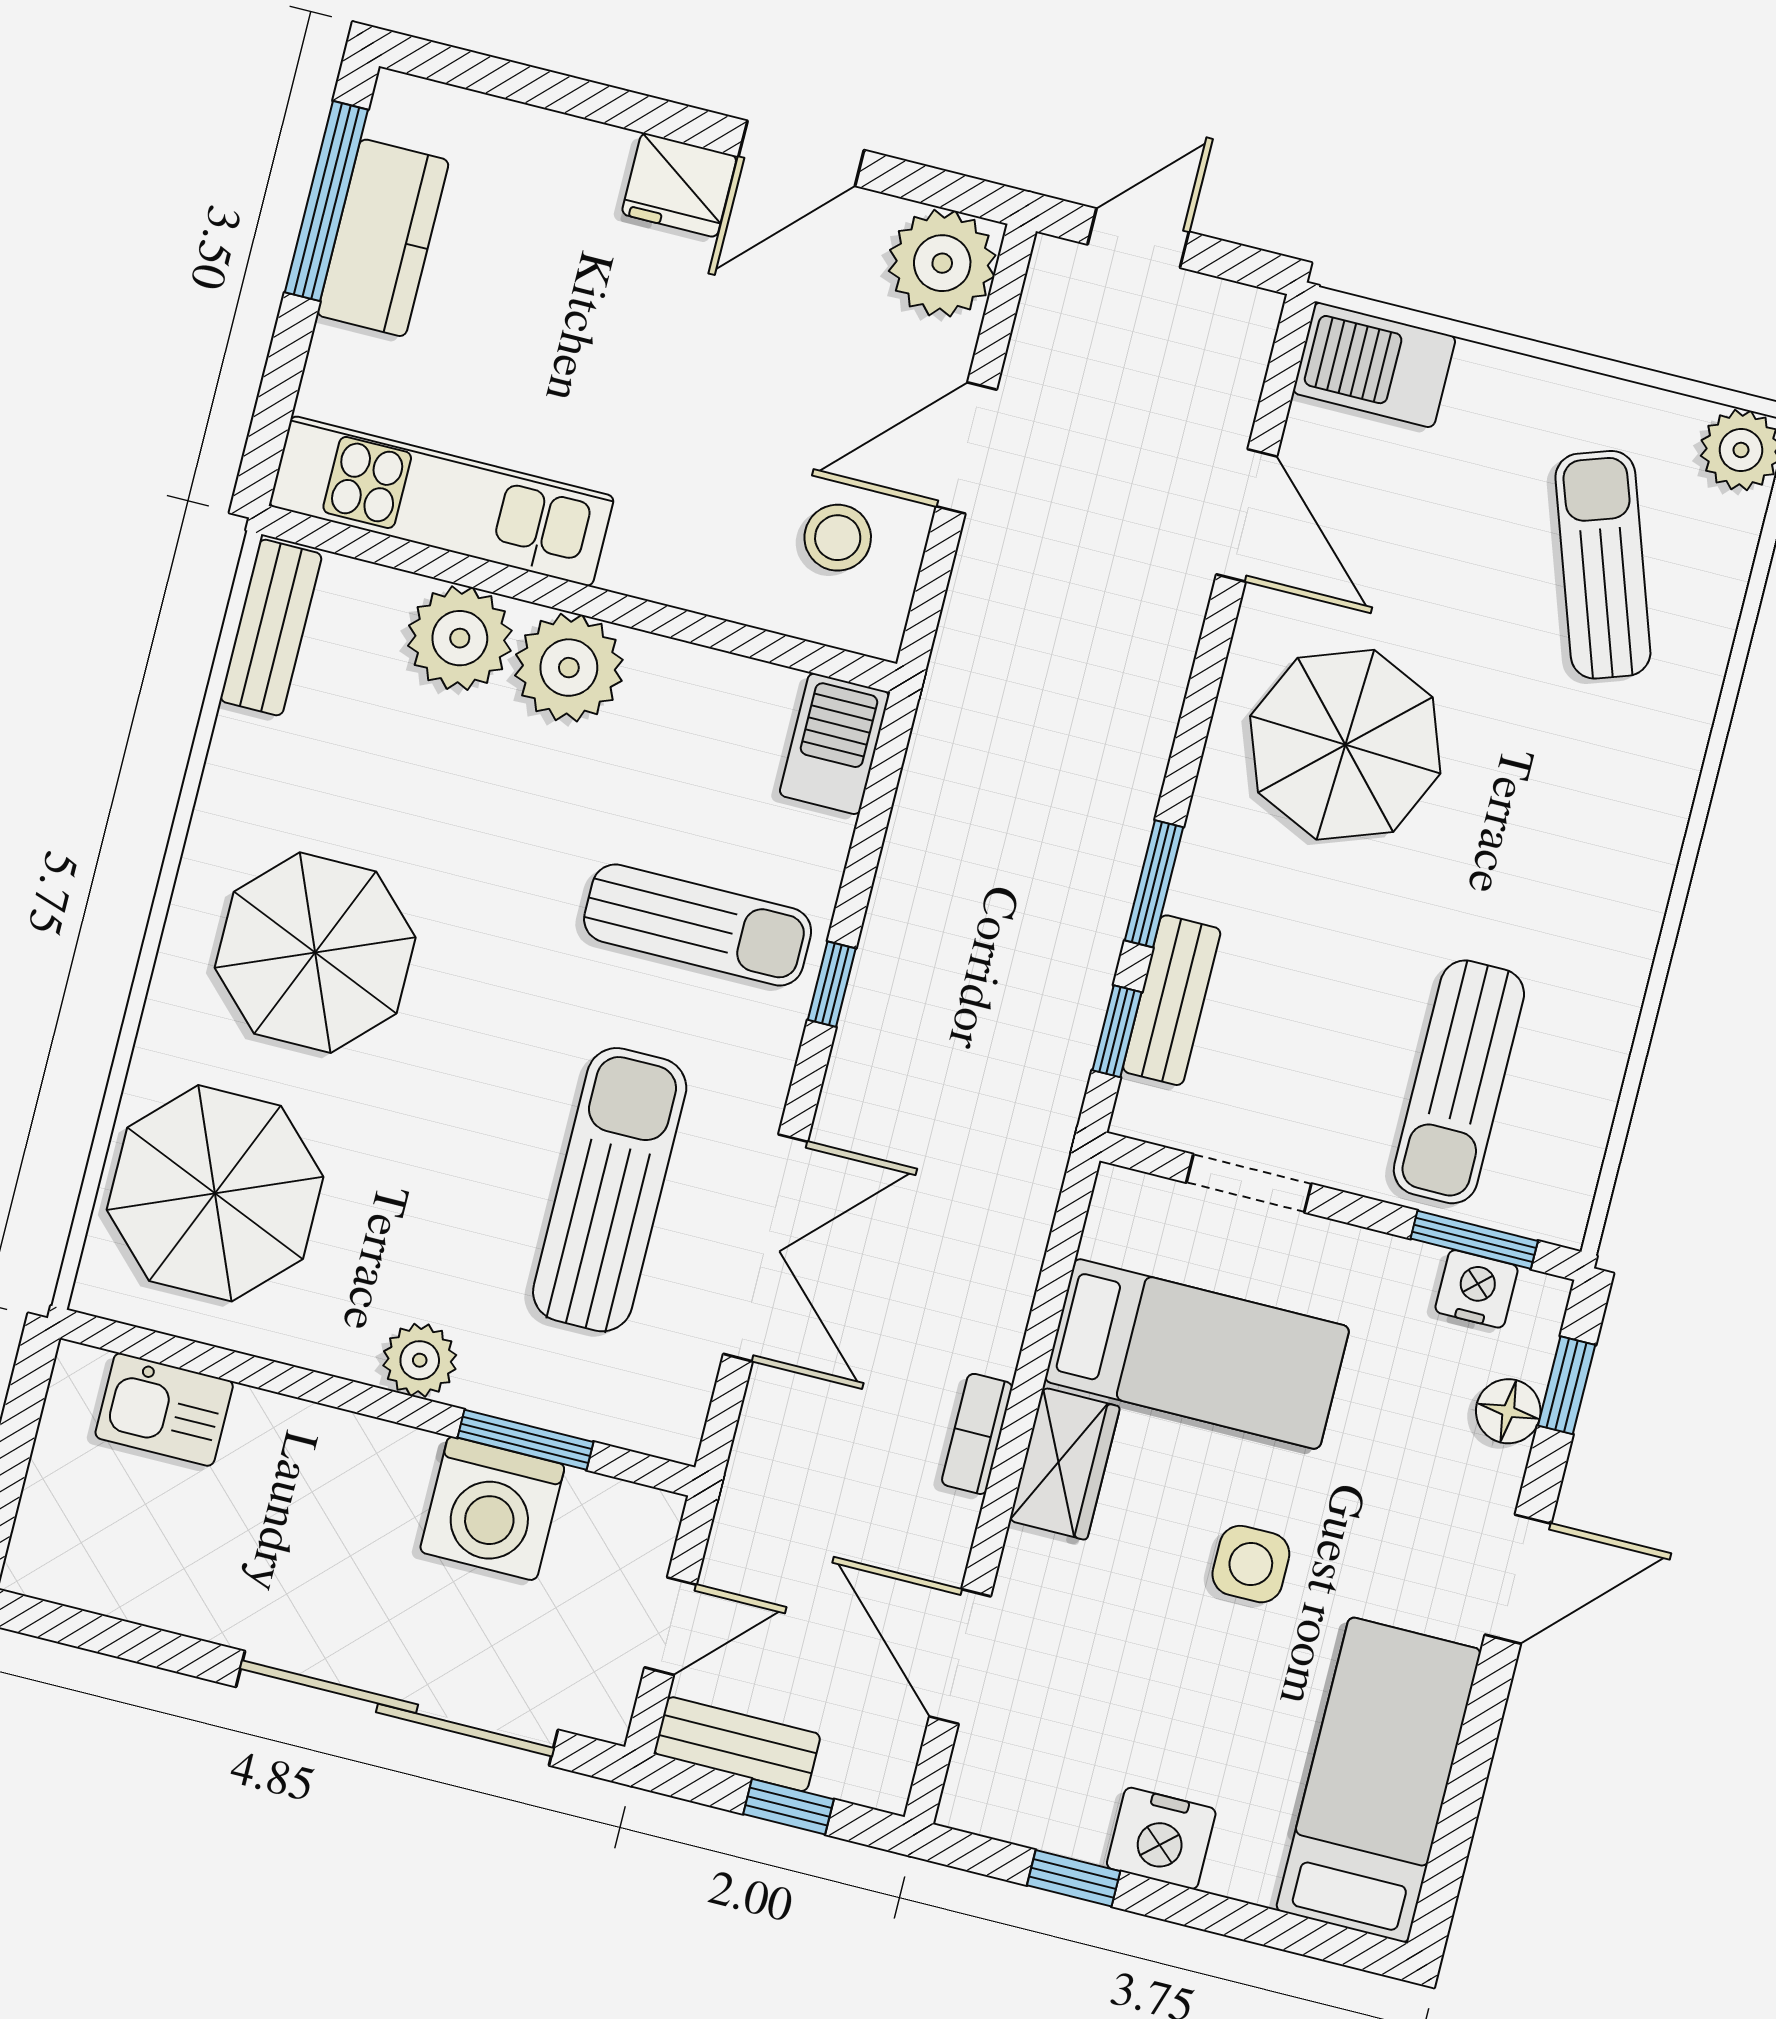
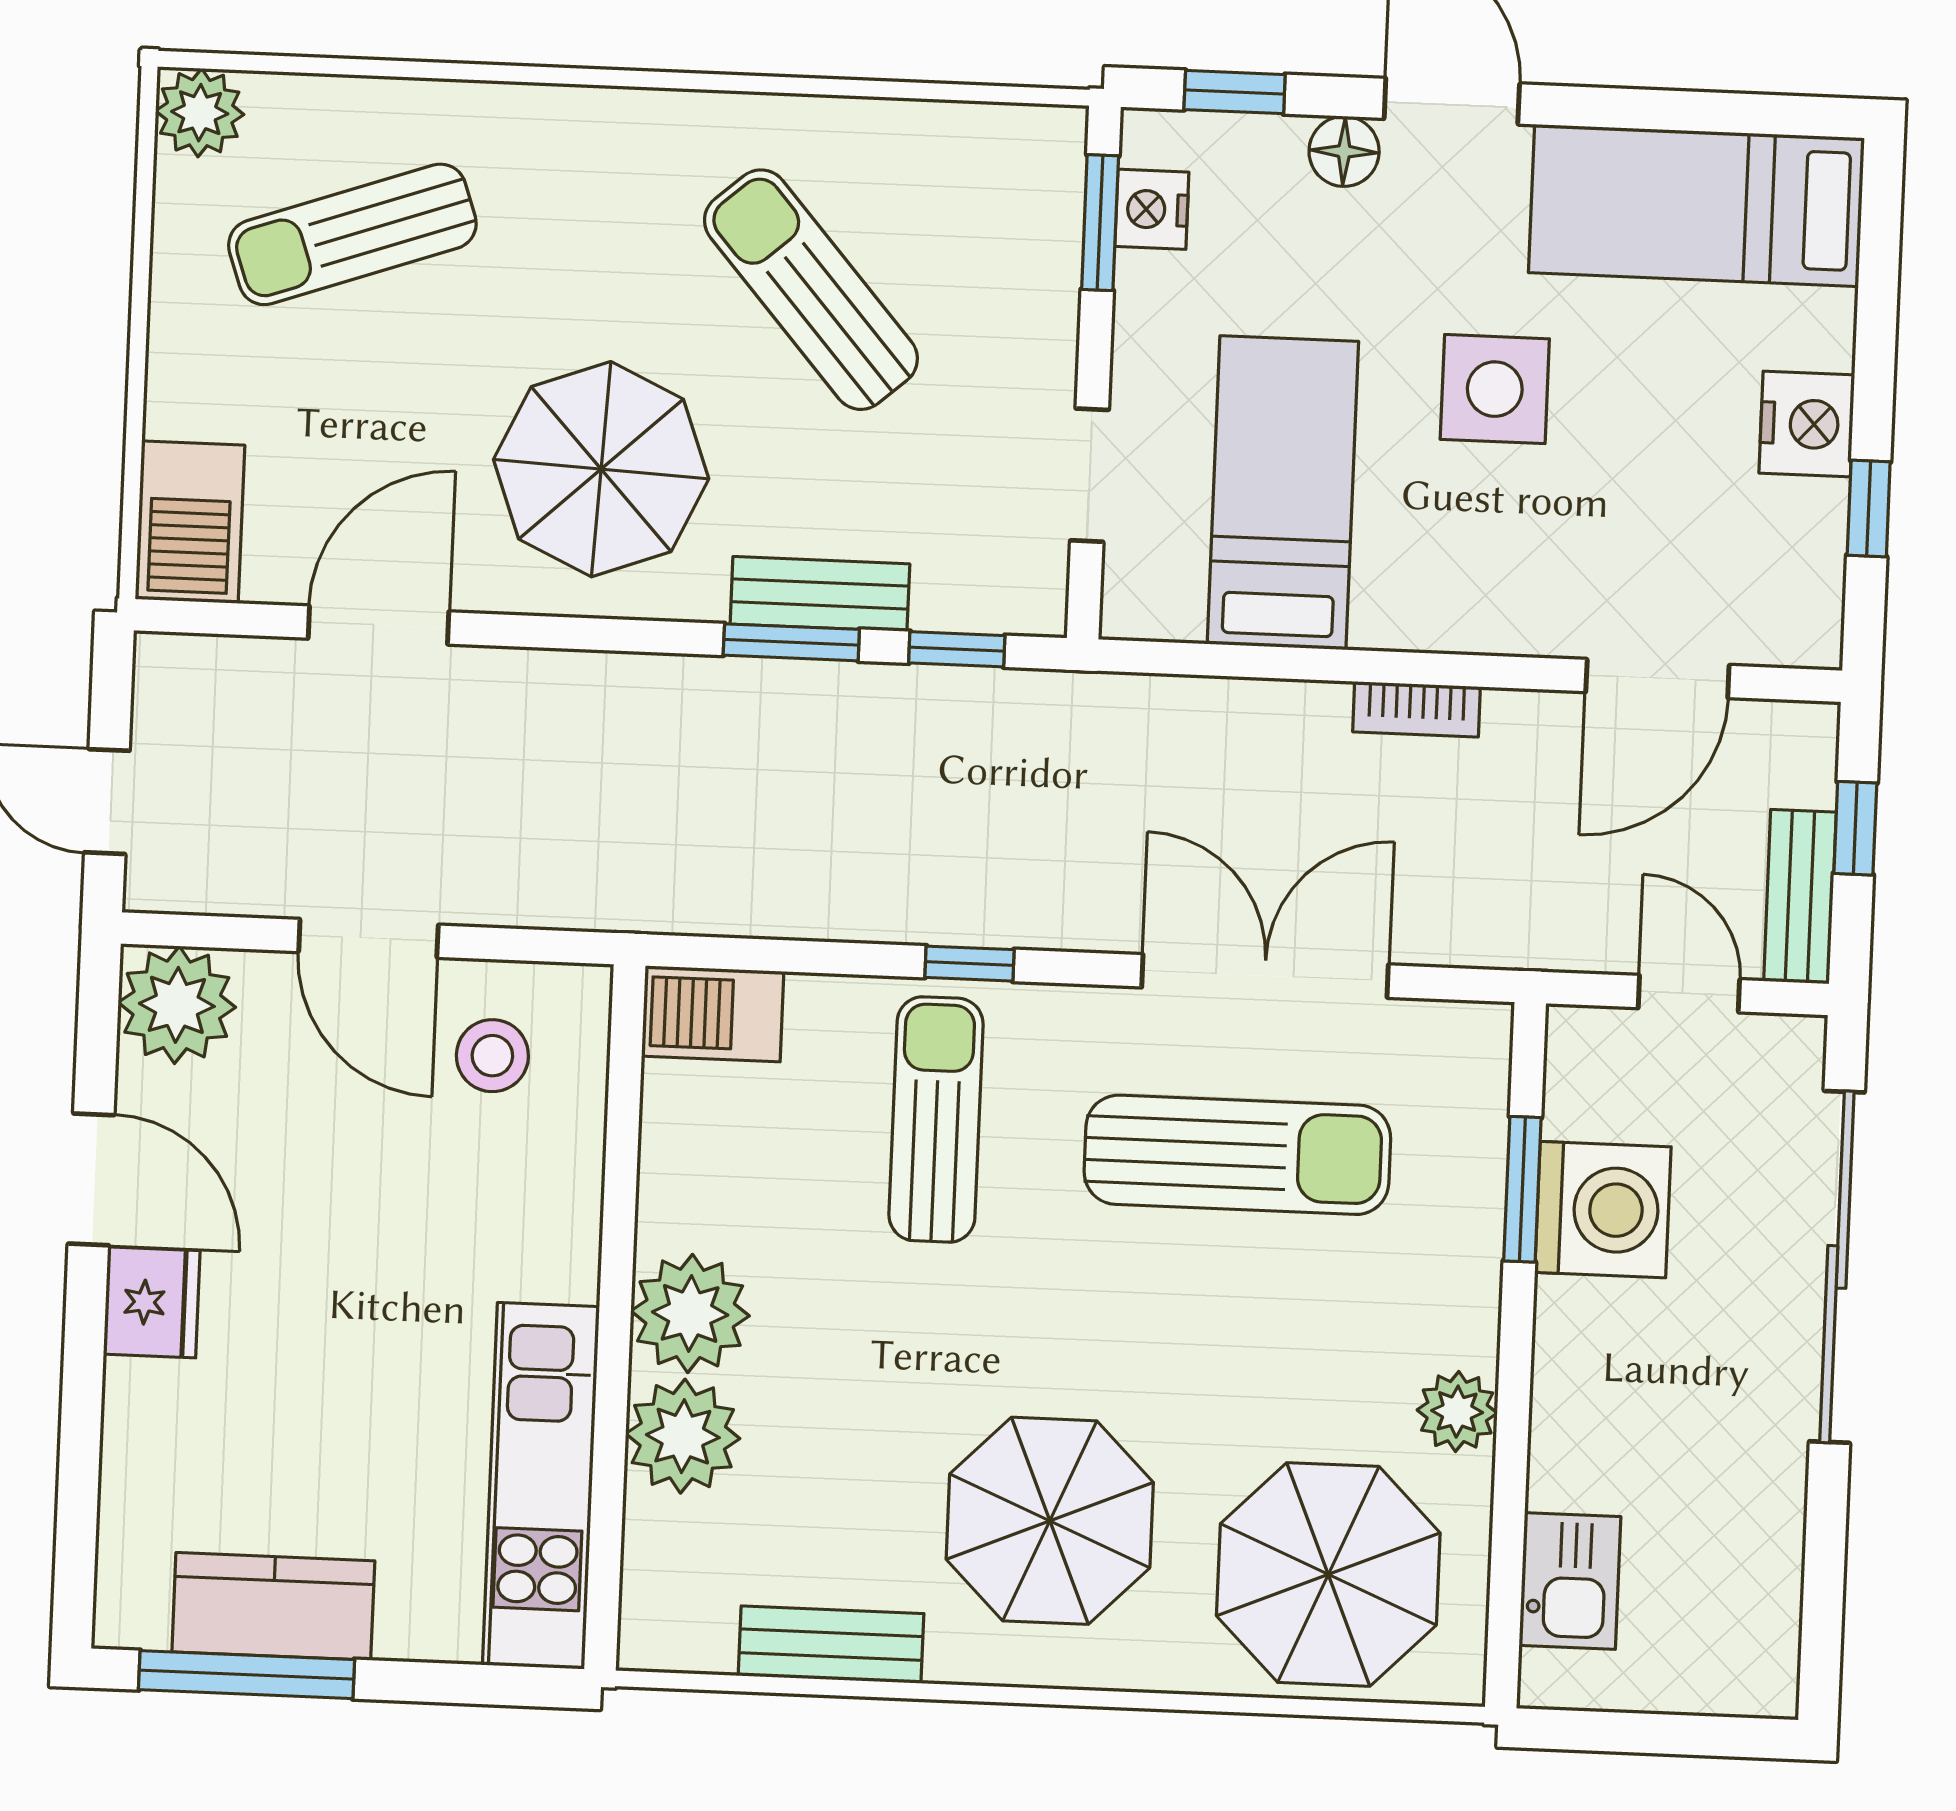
bench: (271, 628) -> (831, 1645), moved
bench: (1172, 1000) -> (820, 594), moved
sun lounger: (1459, 1082) -> (811, 290), moved, turned -131
sun lounger: (610, 1190) -> (1237, 1155), turned 180
plant: (420, 1360) -> (1457, 1412), moved
floor lamp: (1508, 1411) -> (1344, 151), moved
wardrobe: (1065, 1464) -> (1429, 610), removed
side table: (1251, 1564) -> (1495, 389), width x1.37, depth x1.37

